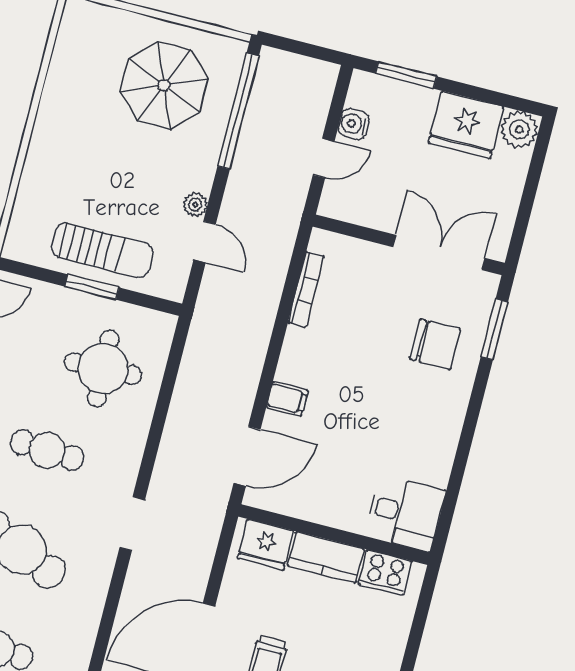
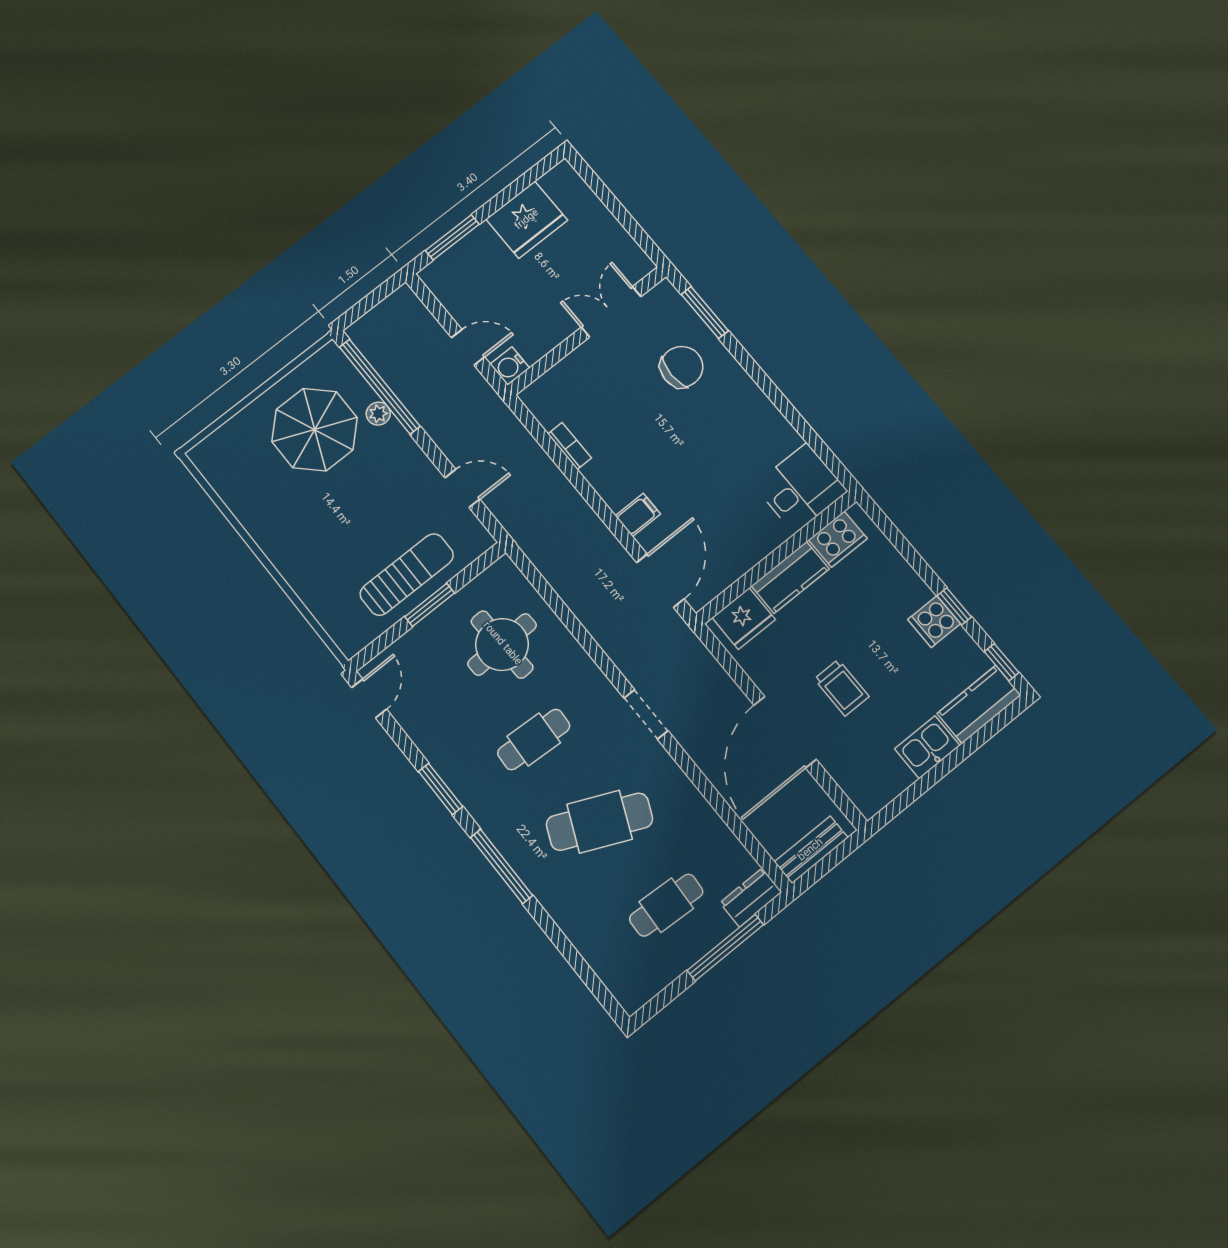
water cooler: (354, 124) -> (510, 366), moved
plant: (519, 130) -> (562, 182), removed
door: (324, 158) -> (468, 347), hinge flipped
plant: (195, 205) -> (378, 414), moved
double door: (439, 253) -> (611, 312), width x0.73
bookcase: (306, 289) -> (570, 446), width x0.64

